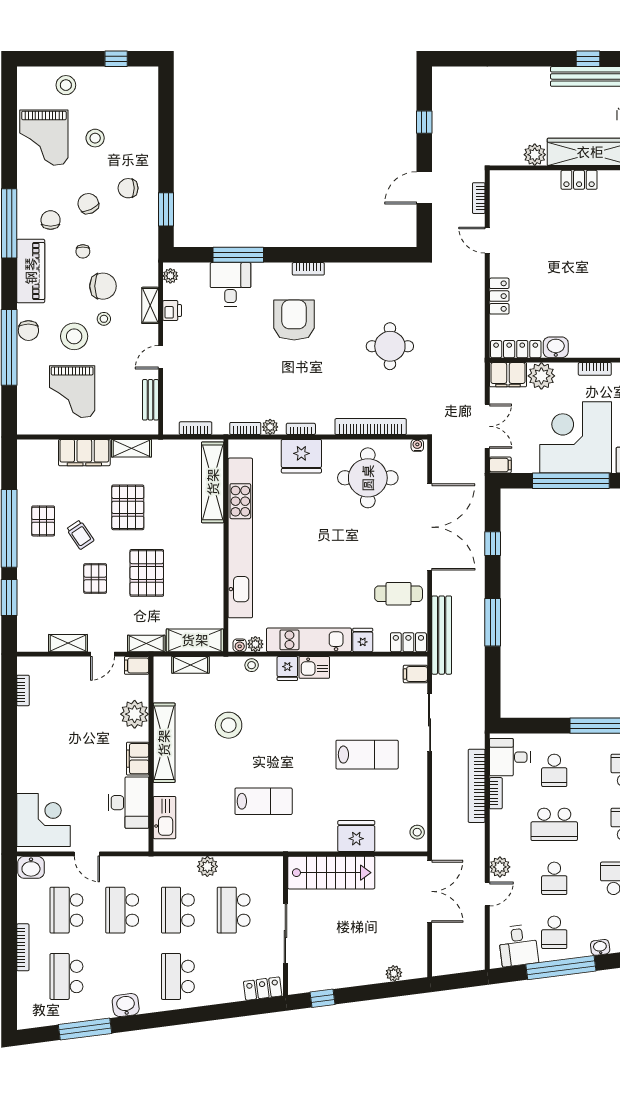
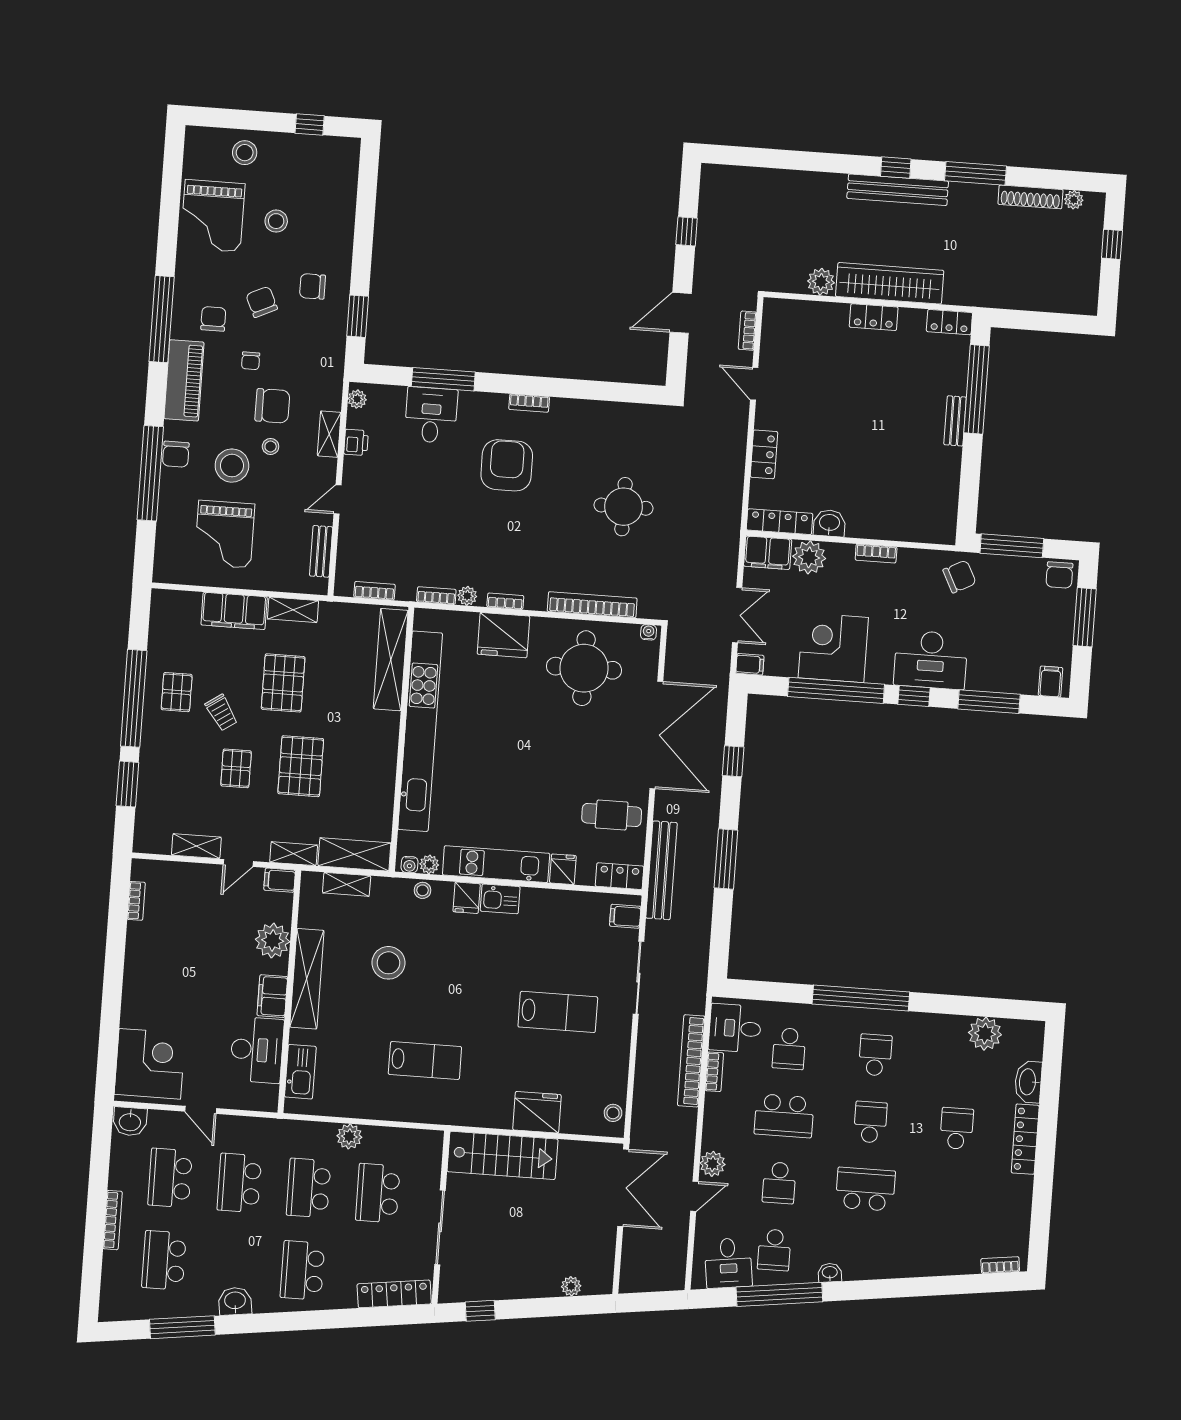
corner desk: (576, 437) -> (833, 648), width x0.74, depth x0.74
locker: (263, 989) -> (394, 1294), width x1.53

